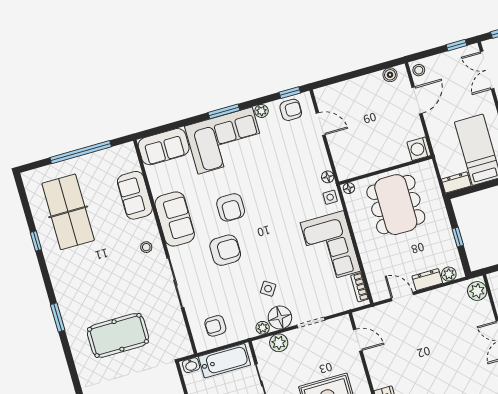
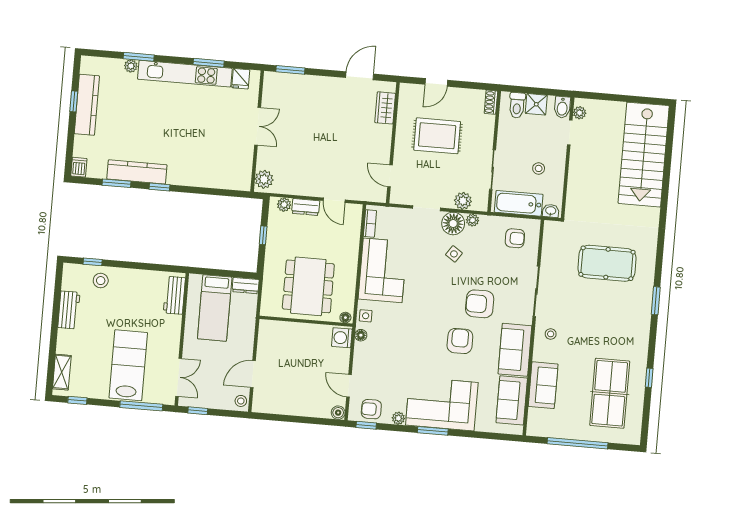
boiler: (390, 75) -> (338, 413), moved
sofa: (164, 147) -> (512, 400), moved, turned -90
washing machine: (419, 149) -> (342, 338), moved, turned 180

